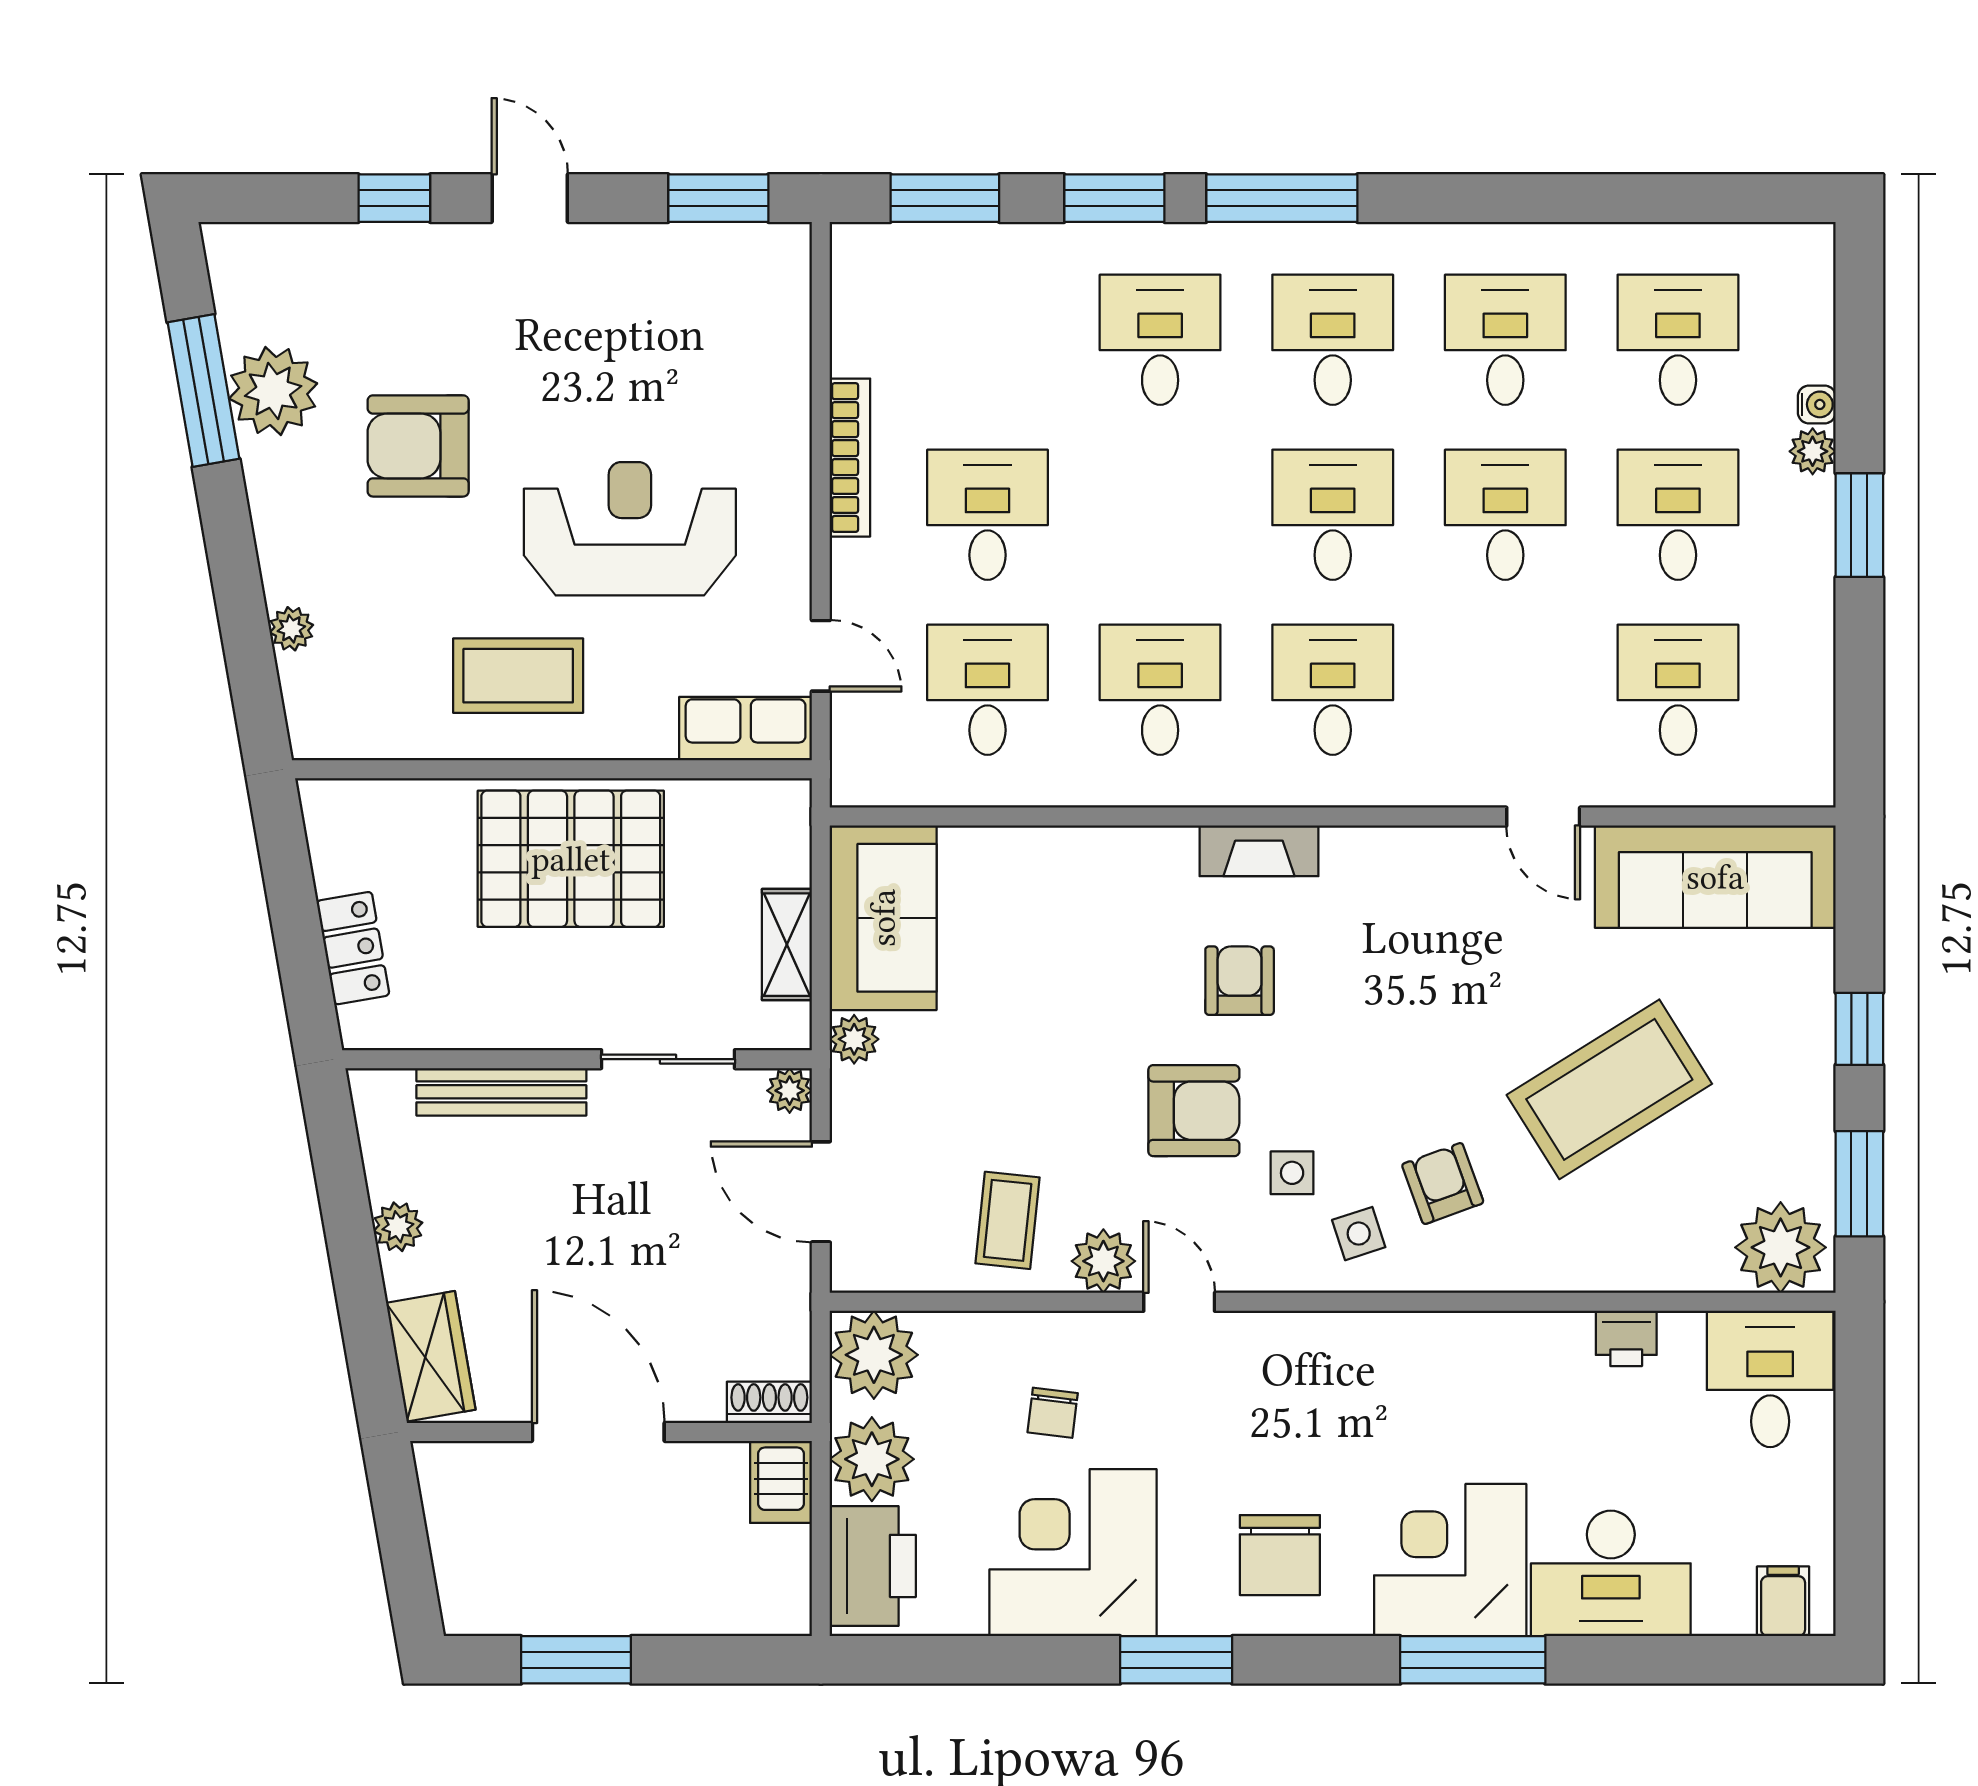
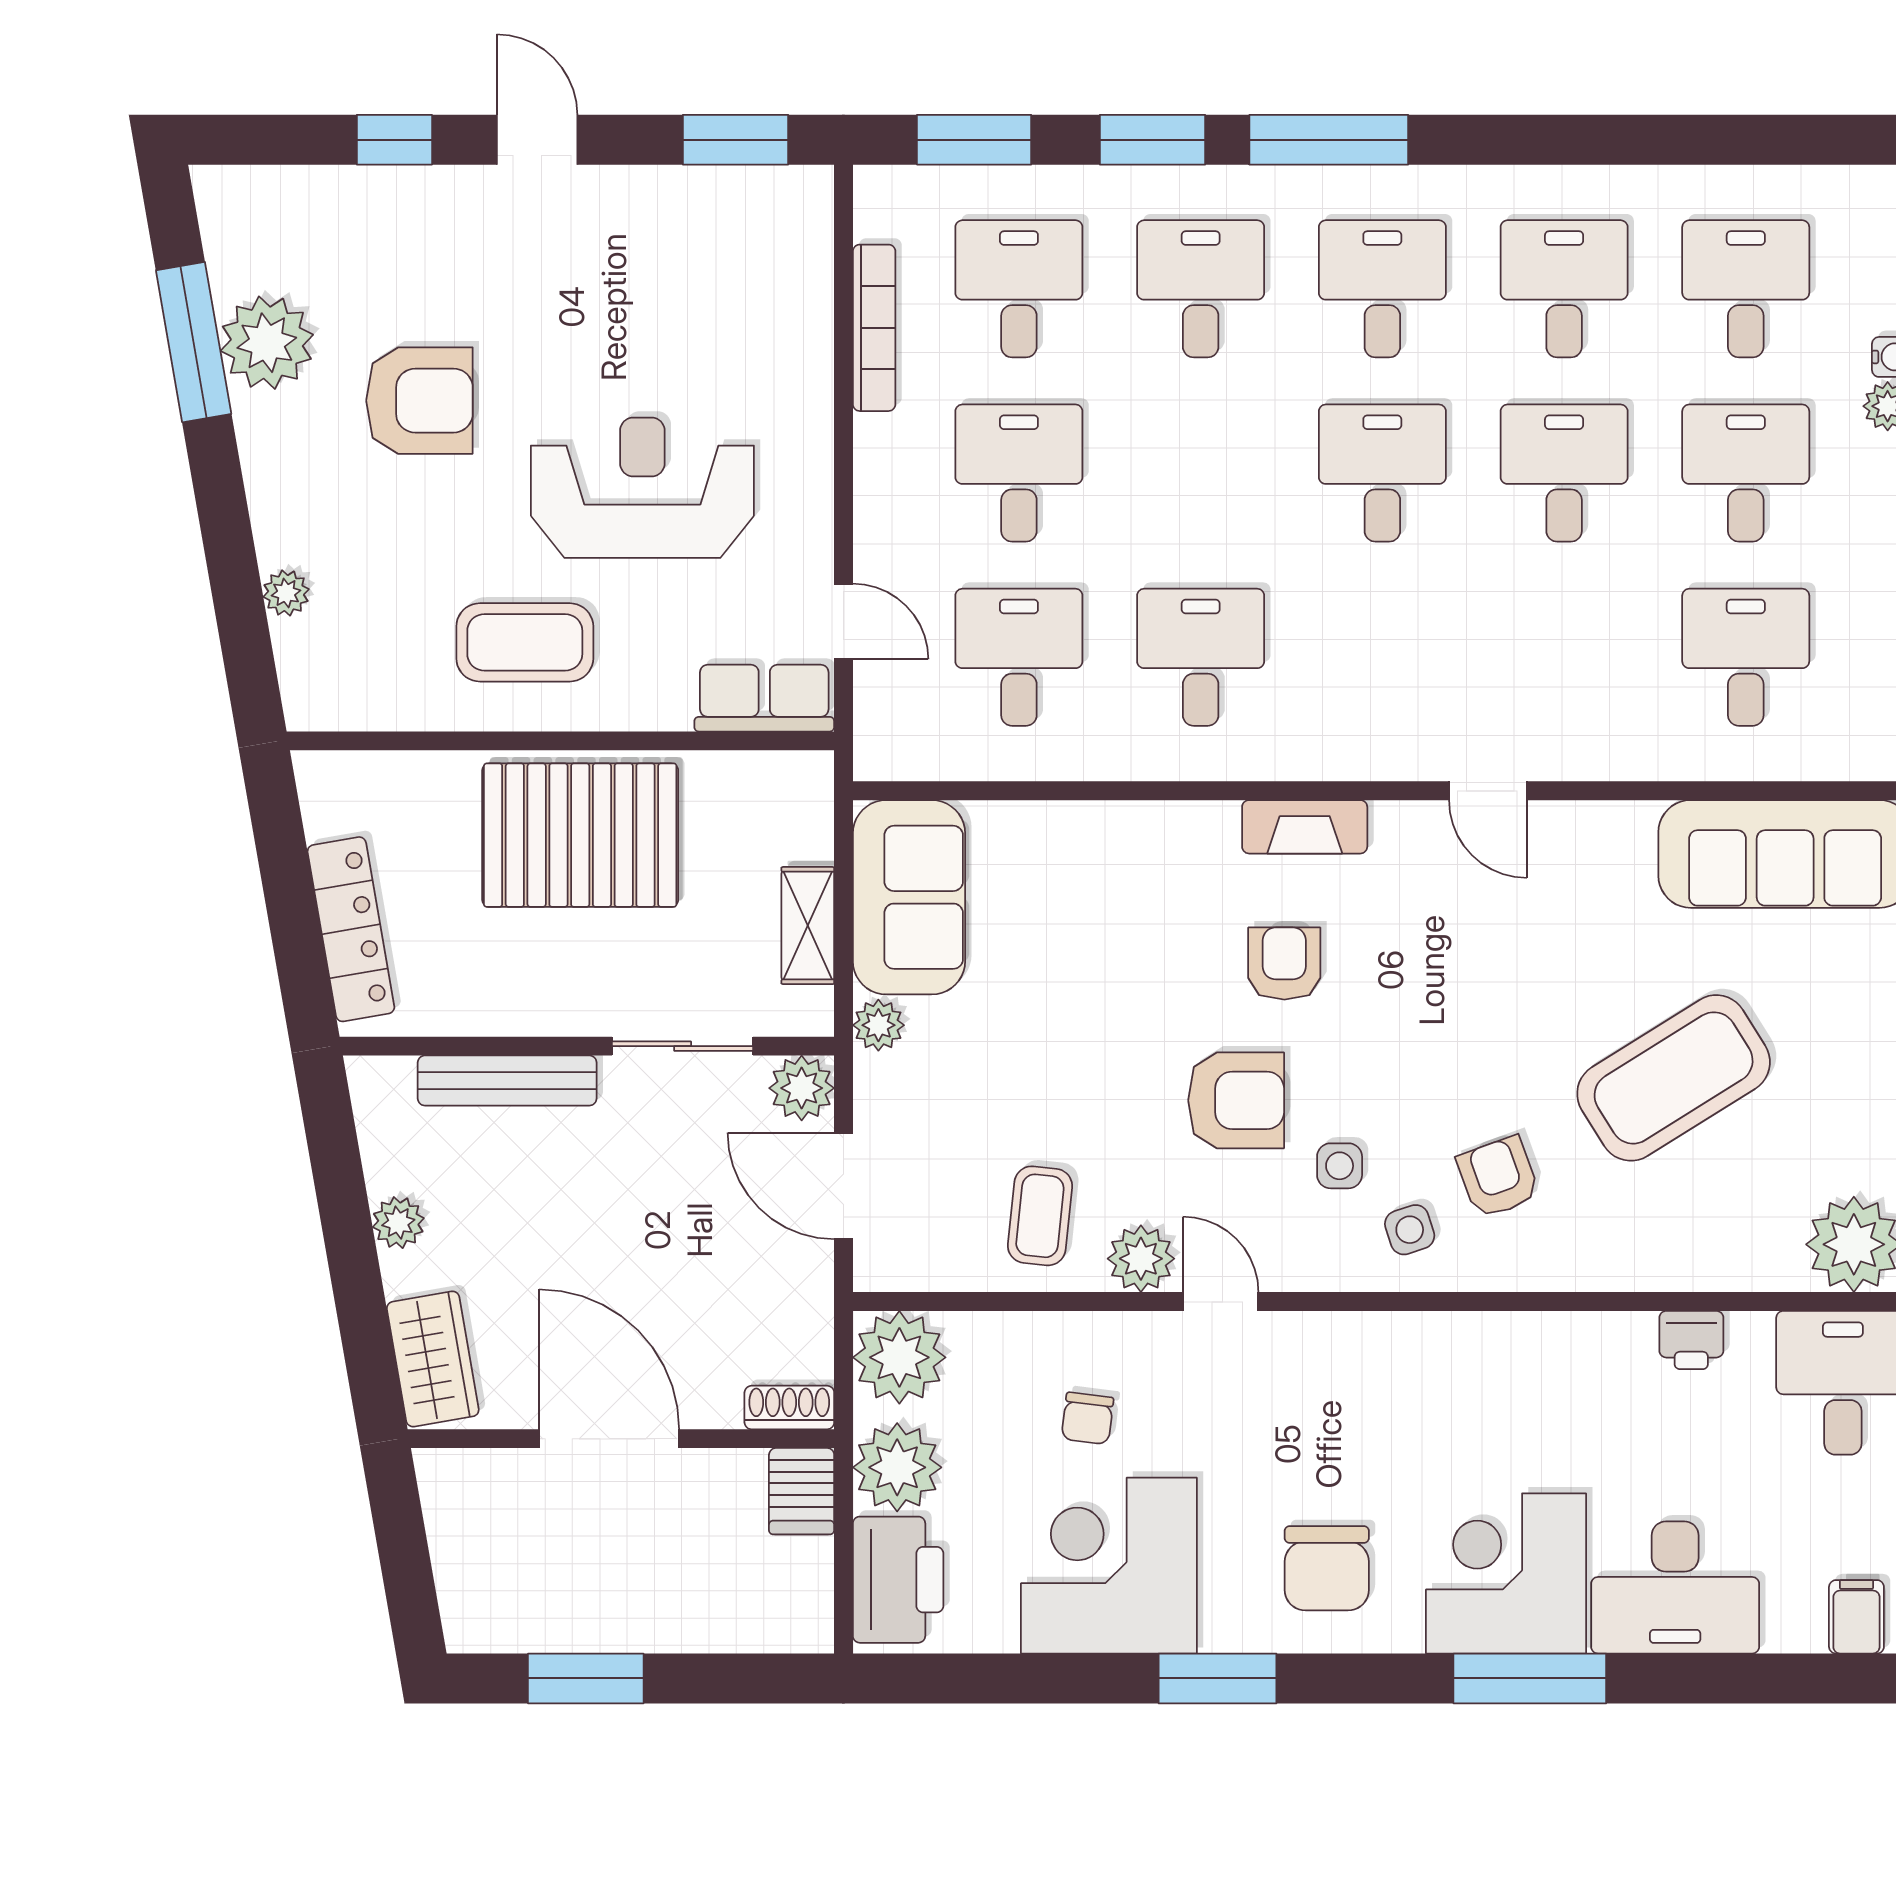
armchair: (418, 446) -> (419, 401), turned 180
bookcase: (850, 458) -> (874, 328), moved
desk: (1333, 690) -> (1019, 289), moved
door: (1543, 817) -> (1488, 791), moved
locker: (353, 948) -> (351, 929), width x1.53
plant: (790, 1091) -> (802, 1088), width x1.38, depth x1.38

